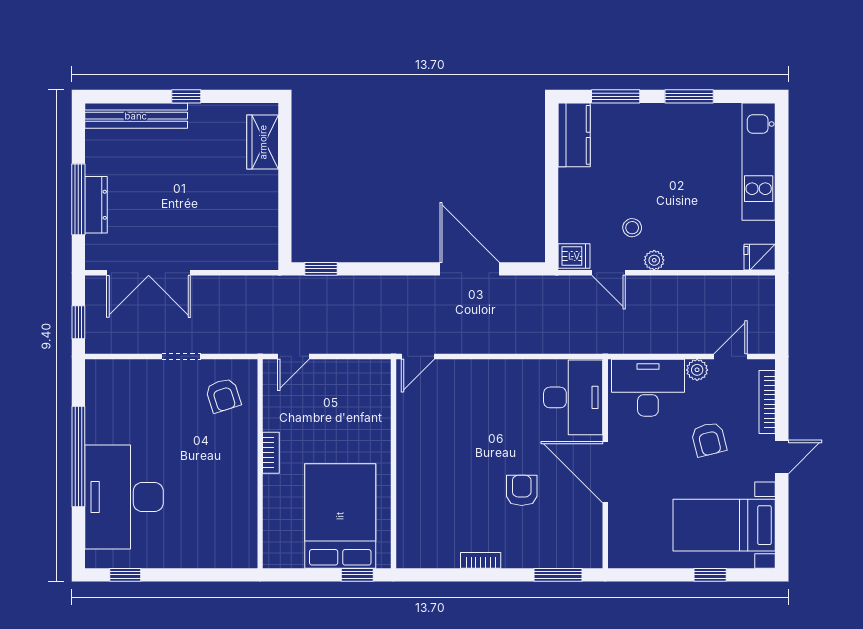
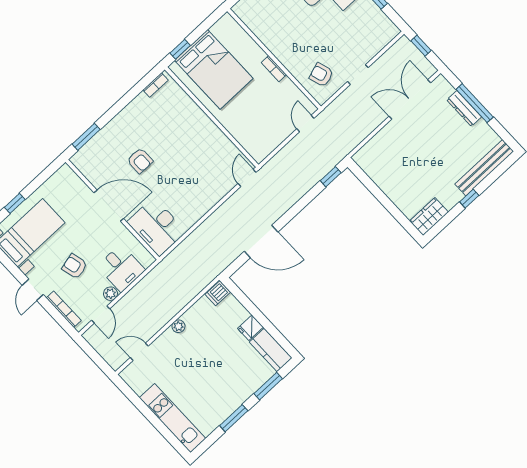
wardrobe: (263, 142) -> (429, 217), moved, turned -90
stool: (632, 228) -> (203, 332), removed
fridge: (760, 257) -> (250, 328), moved, turned 180
door: (609, 273) -> (139, 352), moved
desk: (648, 388) -> (121, 268), width x0.73
bookcase: (481, 560) -> (155, 85), moved

